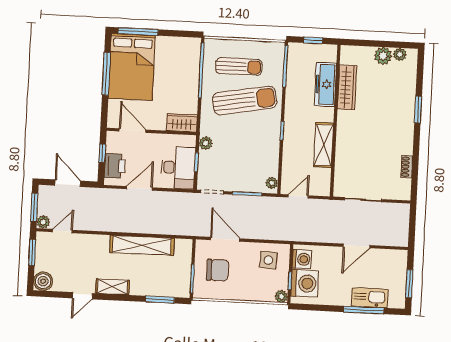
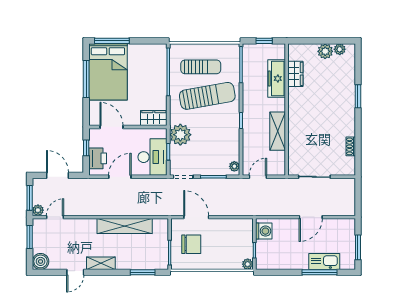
wardrobe: (347, 87) -> (295, 74), width x0.67
plant: (206, 143) -> (180, 135), width x1.88, depth x1.88
side table: (268, 260) -> (235, 233), removed
washing machine: (305, 283) -> (267, 252), removed

